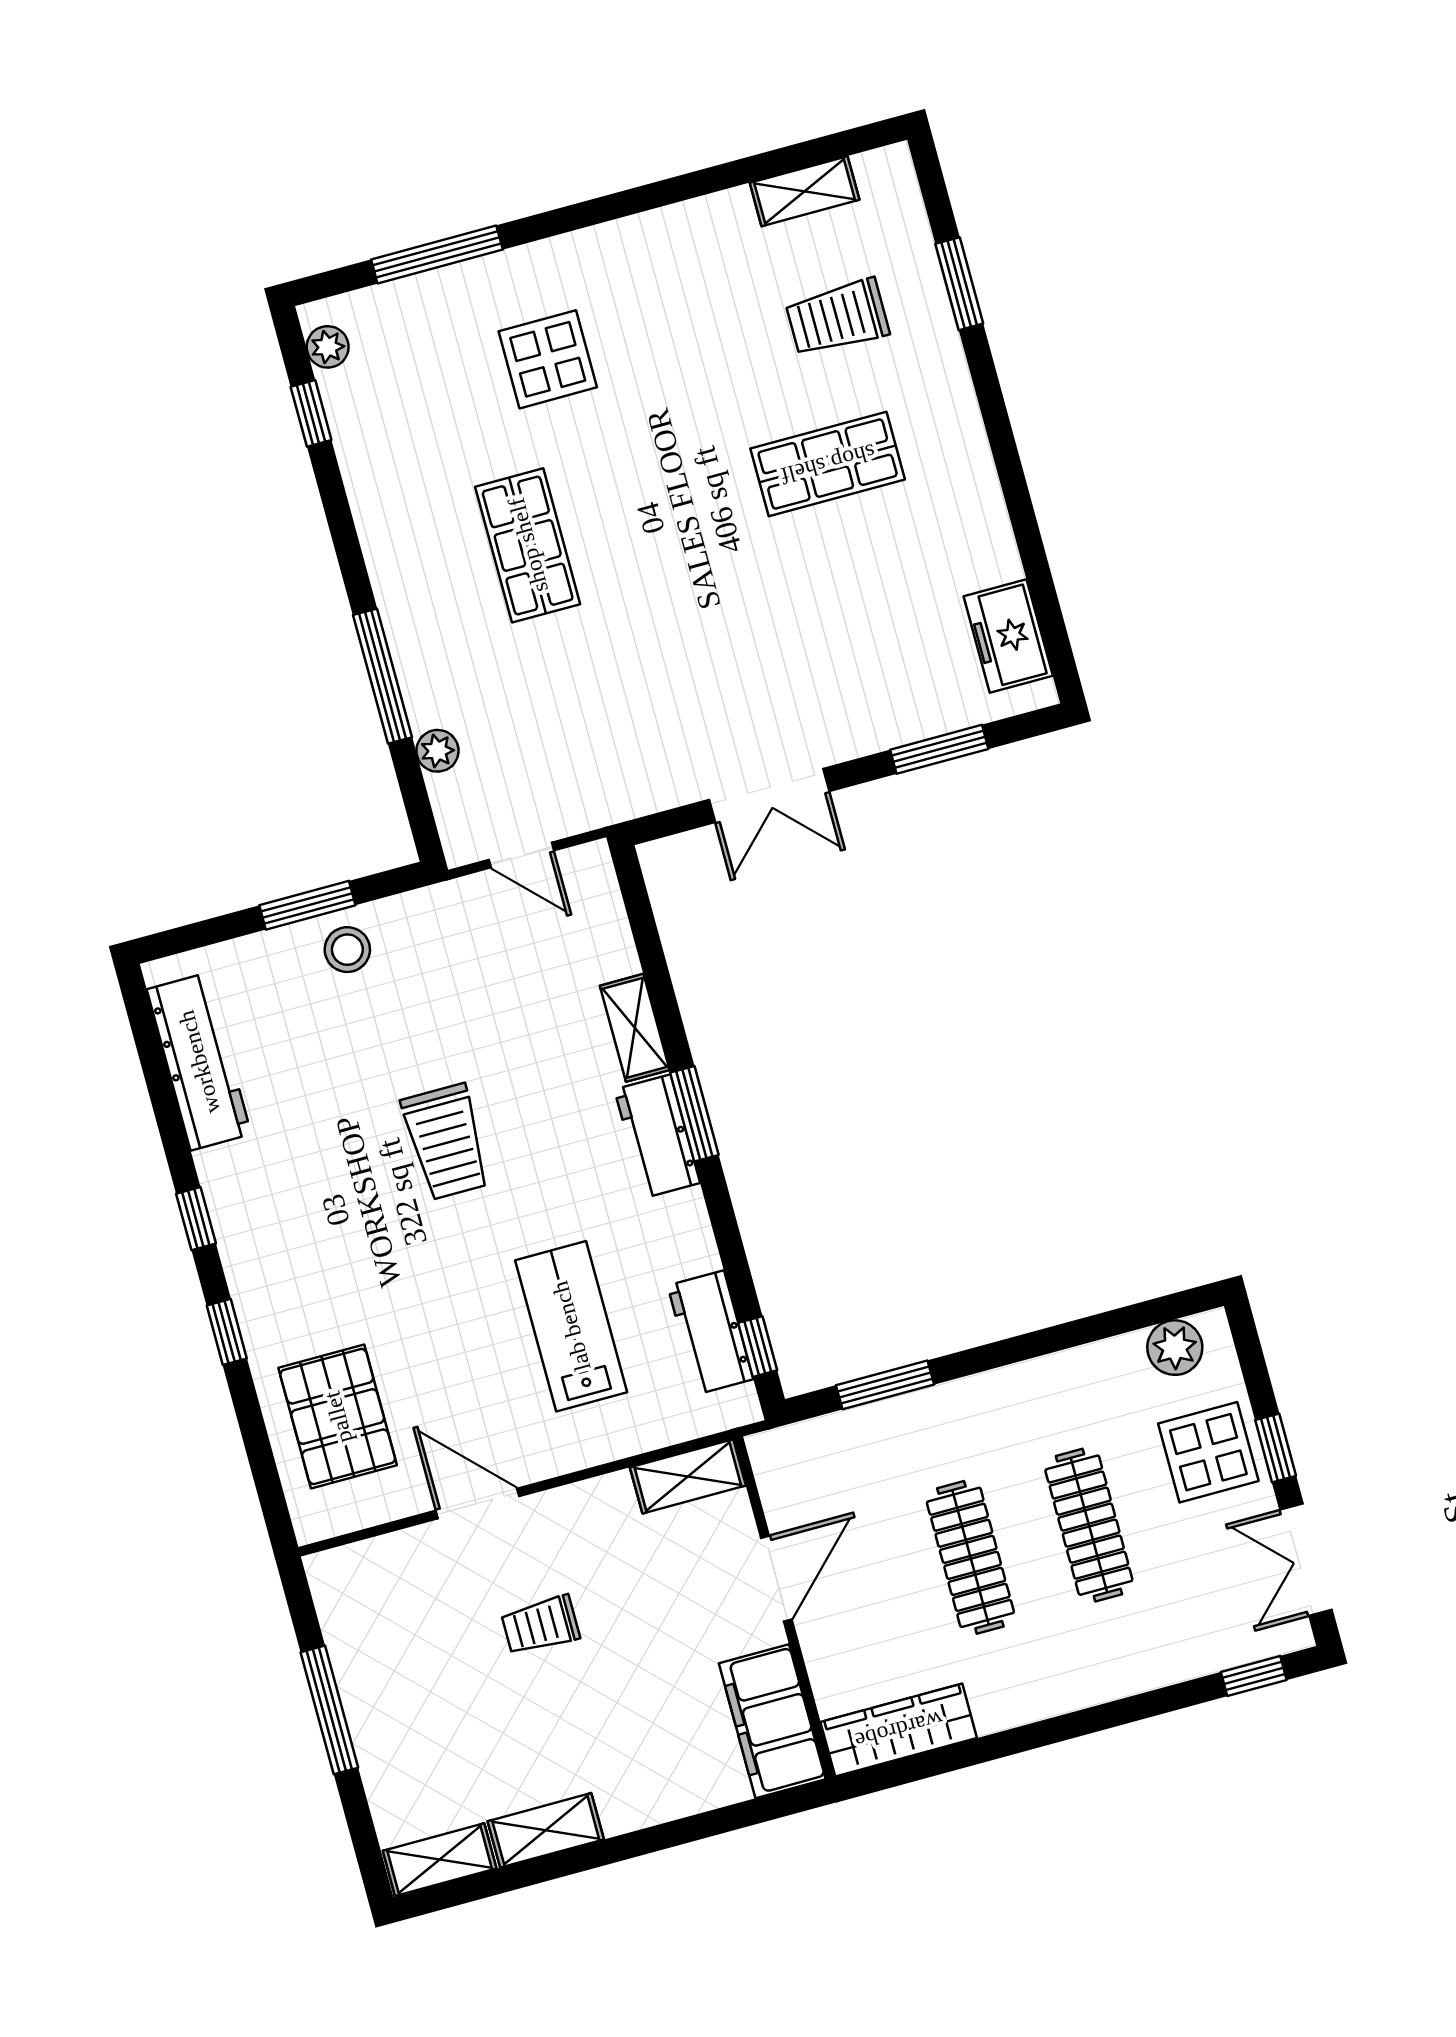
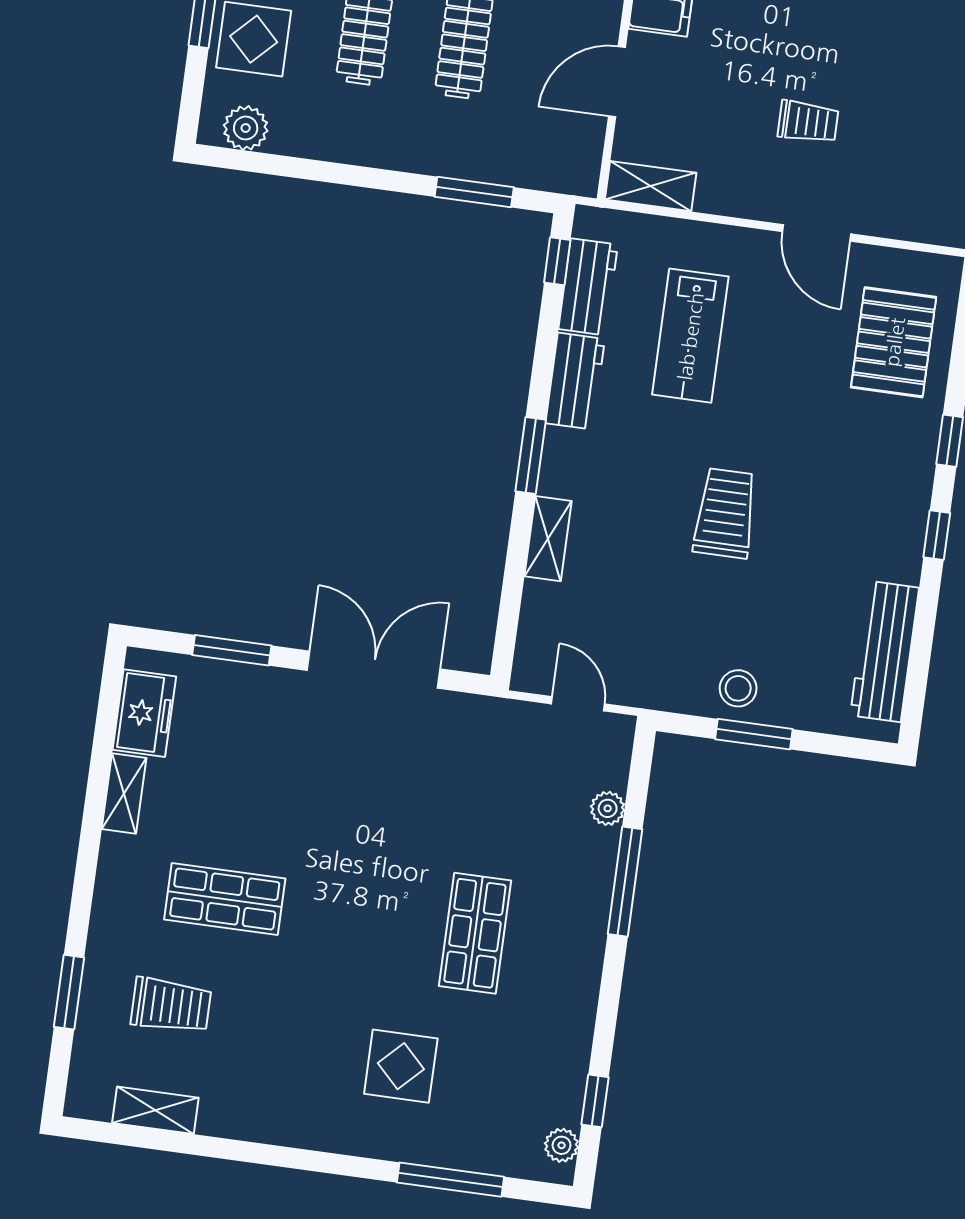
shelving: (993, 535) -> (124, 793), added
double door: (769, 796) -> (374, 670), width x1.37
workbench: (657, 1136) -> (575, 381), moved

